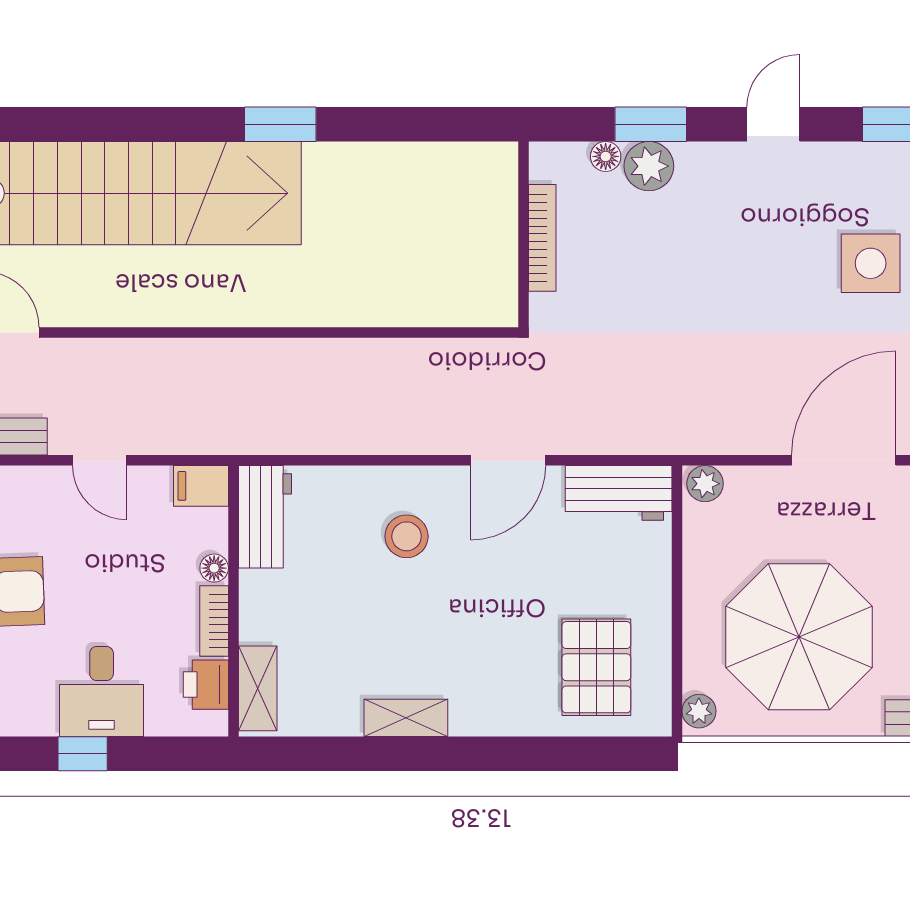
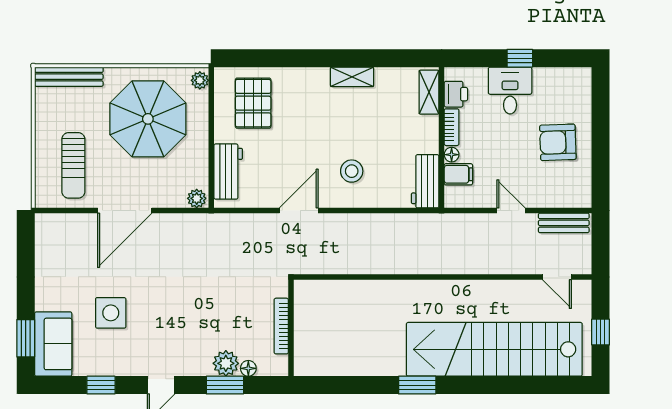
filing cabinet: (201, 486) -> (458, 174), moved
workbench: (619, 493) -> (228, 172), moved, turned 90

